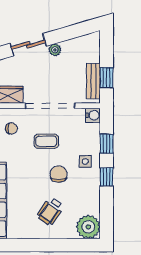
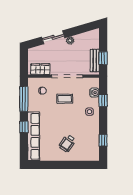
water cooler: (93, 115) -> (94, 93), moved
chair: (59, 174) -> (73, 120), removed
window: (107, 177) -> (103, 140), moved
plant: (88, 227) -> (91, 153), removed

